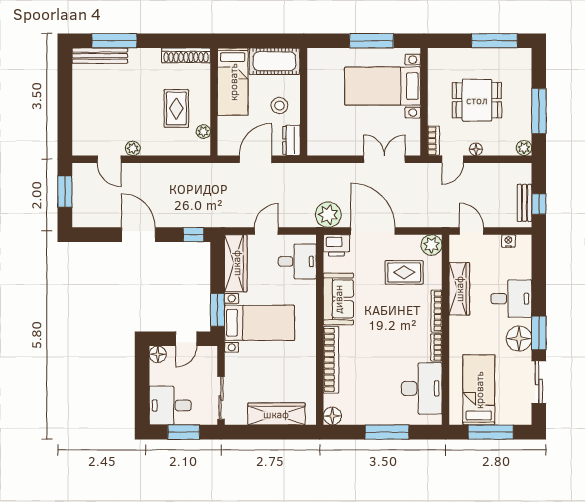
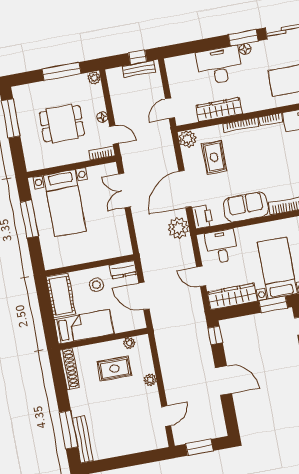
dining table: (477, 100) -> (62, 124), turned 90
plant: (133, 148) -> (150, 380), moved
door: (138, 235) -> (224, 381), swing flipped
nightstand: (508, 241) -> (173, 77), removed
desk: (511, 299) -> (219, 65), width x1.37
floor lamp: (519, 339) -> (245, 49), width x0.53, depth x0.53

